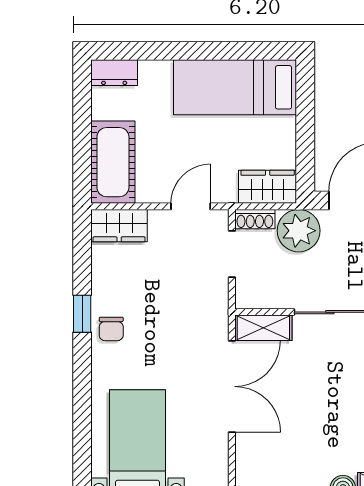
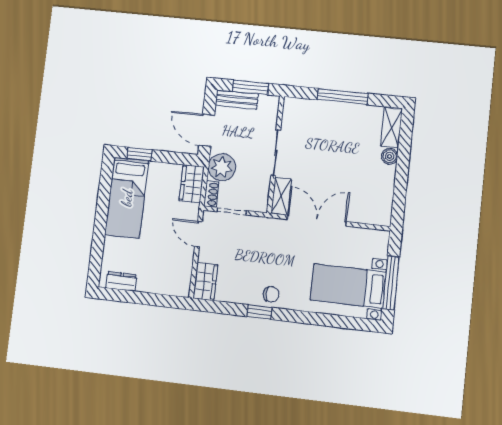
dresser: (114, 73) -> (121, 281), moved, turned -90
window: (305, 99) -> (140, 154), added
cot: (113, 162) -> (165, 281), removed

